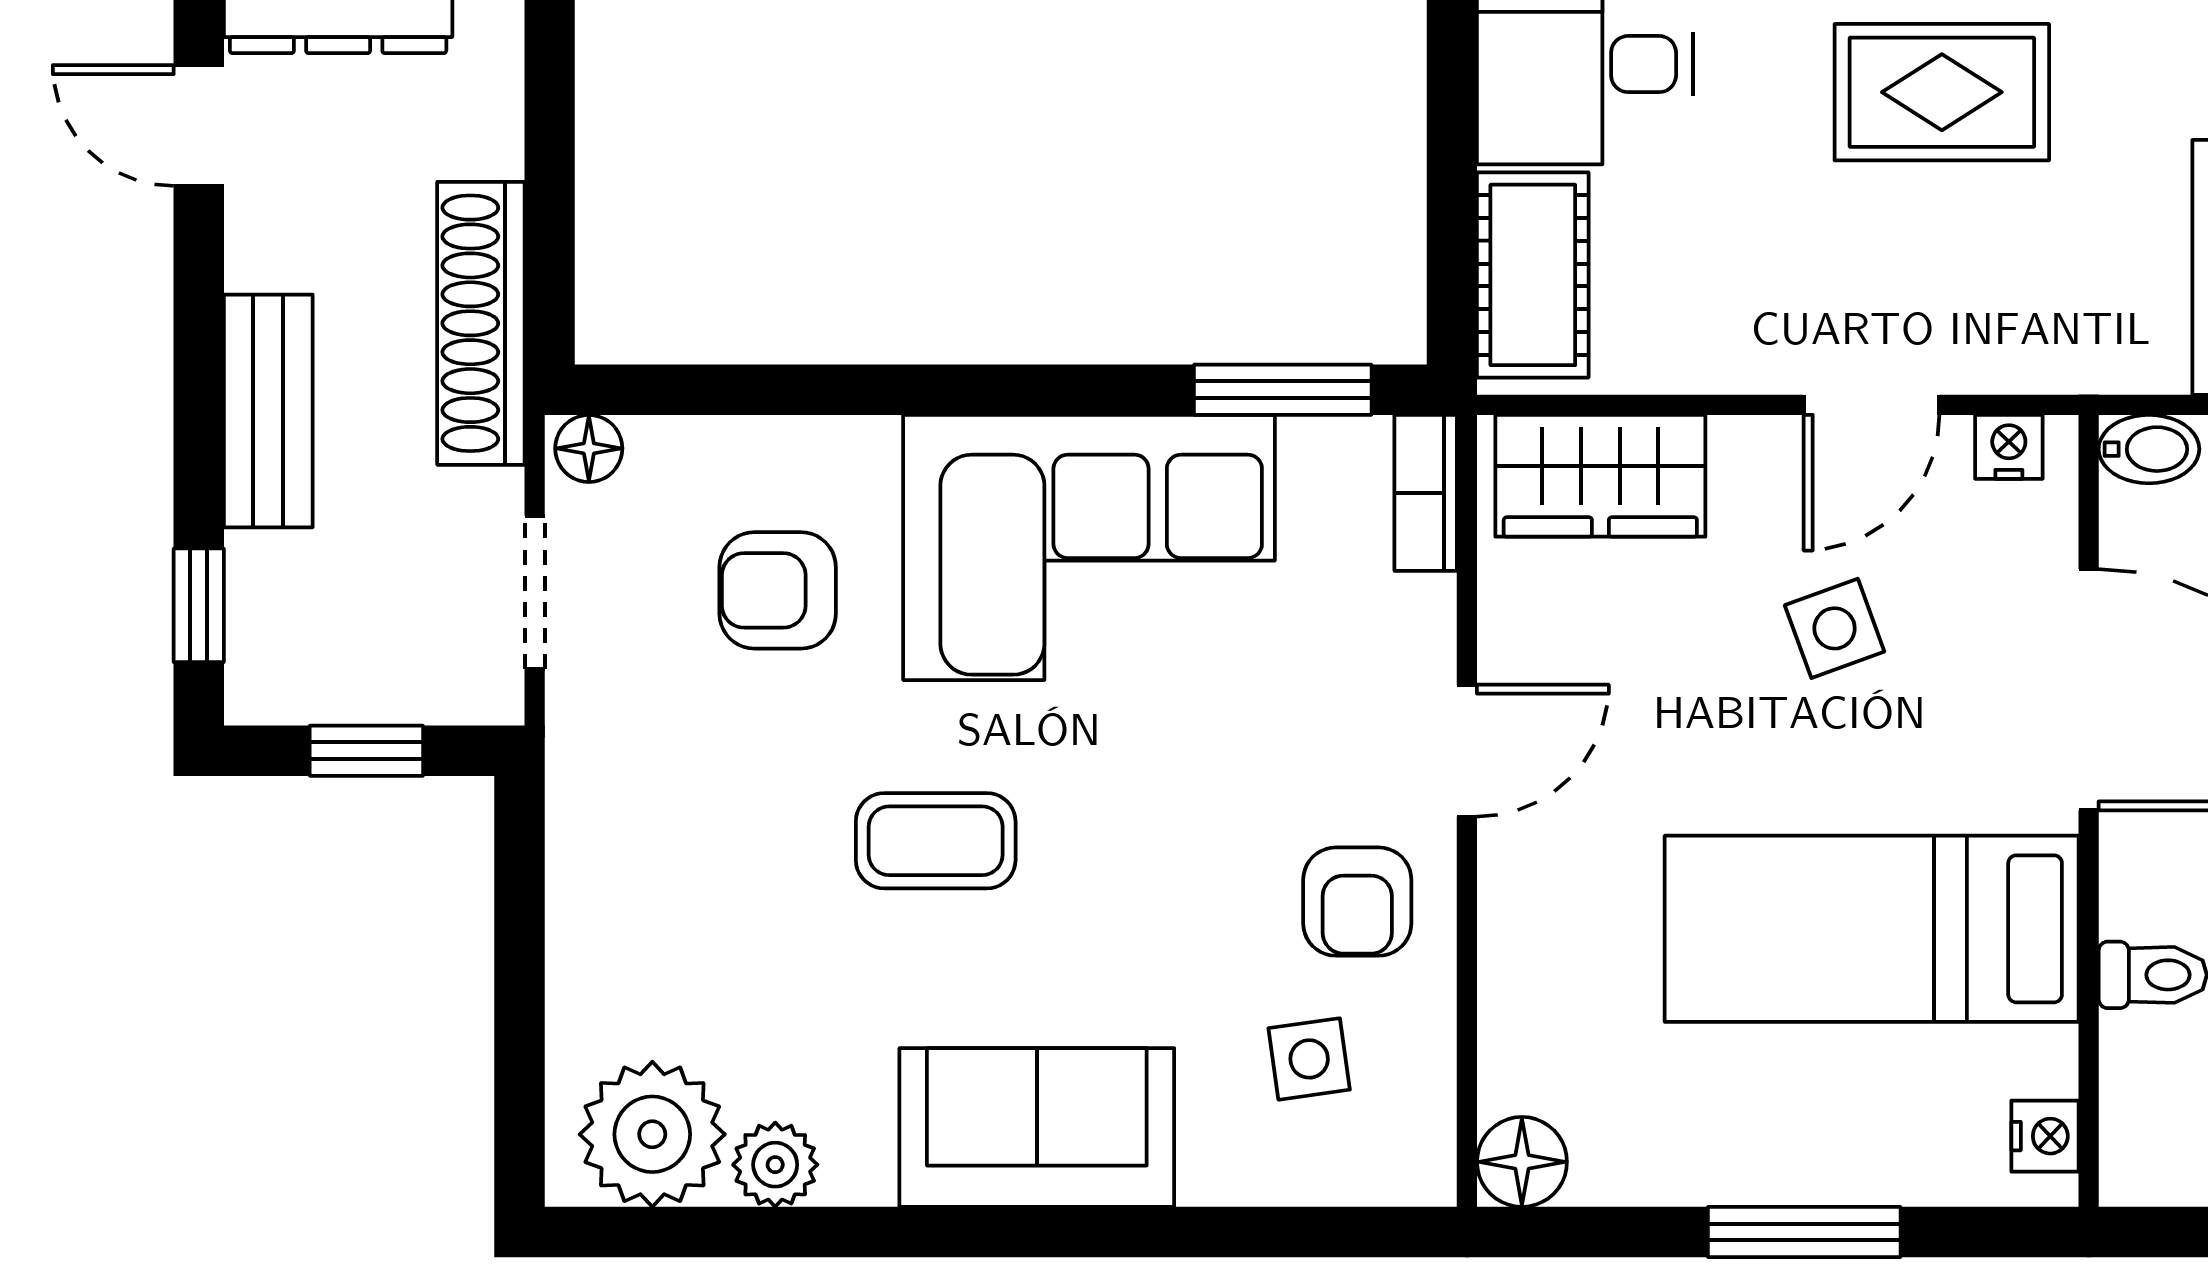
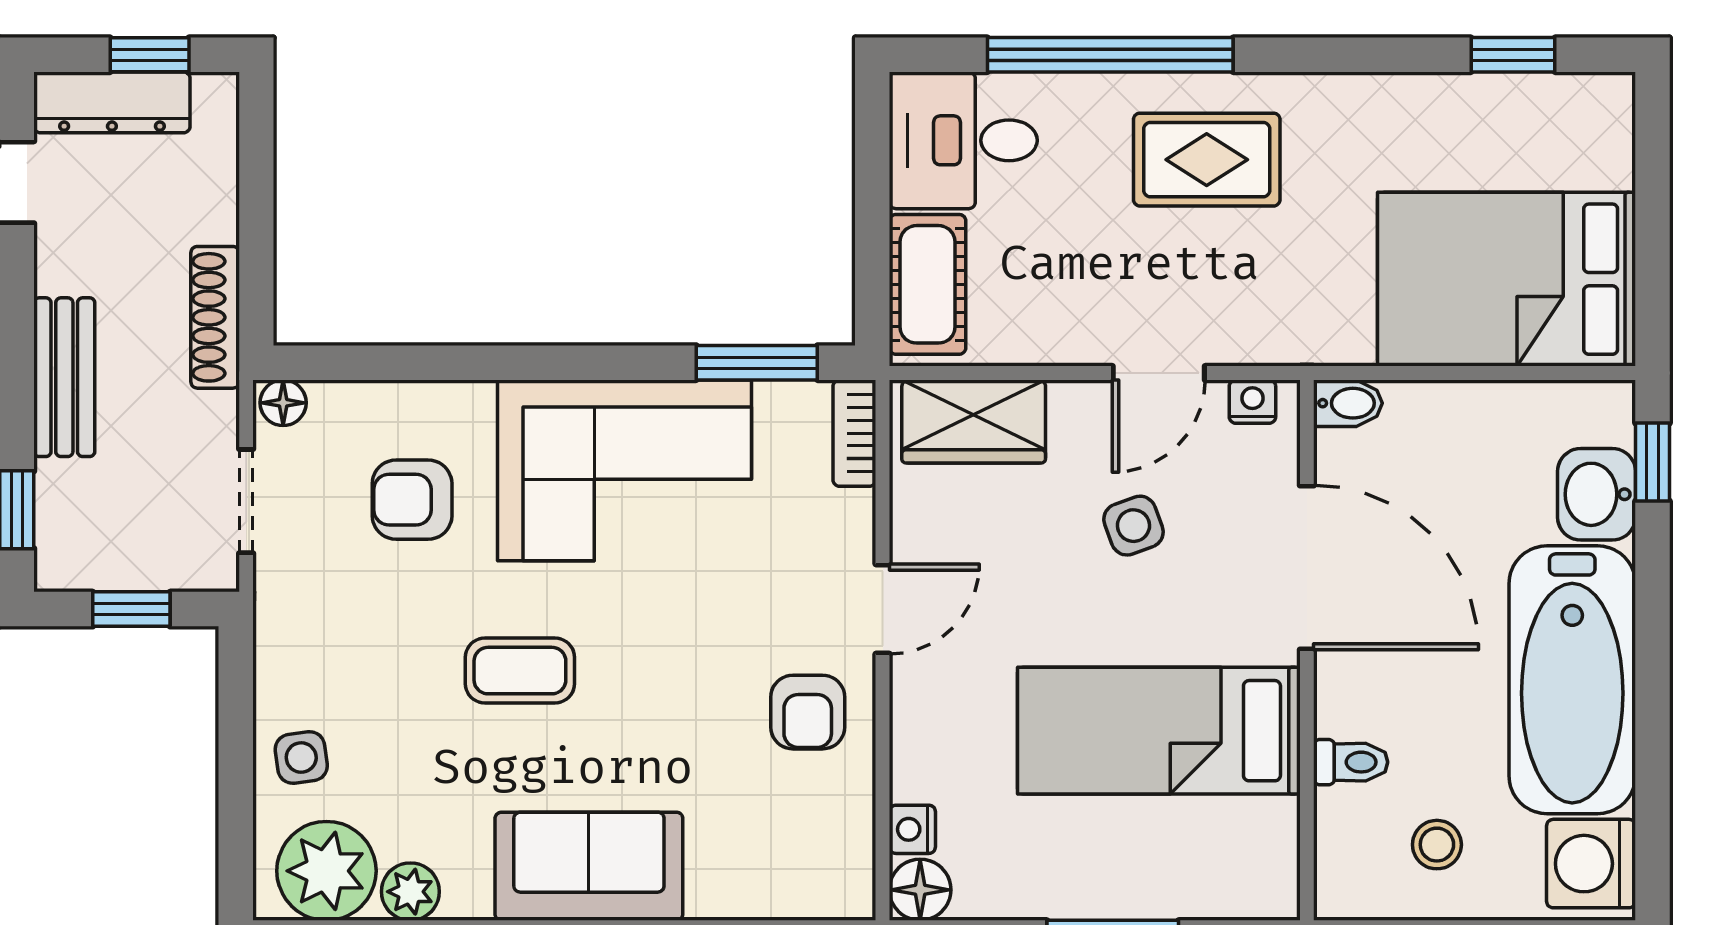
shoe rack: (481, 323) -> (215, 317), width x0.74, depth x0.81
side table: (1309, 1059) -> (301, 758), moved
nightstand: (2045, 1136) -> (912, 829), moved, turned 180

